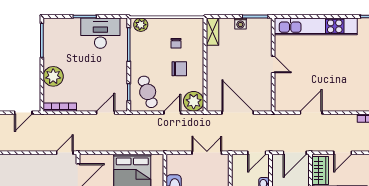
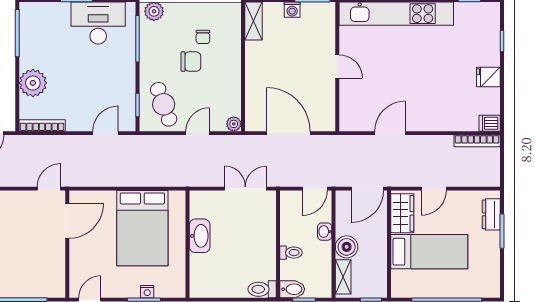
chair: (179, 69) -> (191, 62), moved
plant: (194, 101) -> (234, 124), width x0.53, depth x0.53

